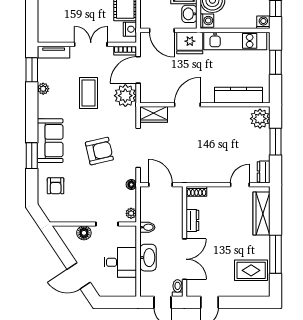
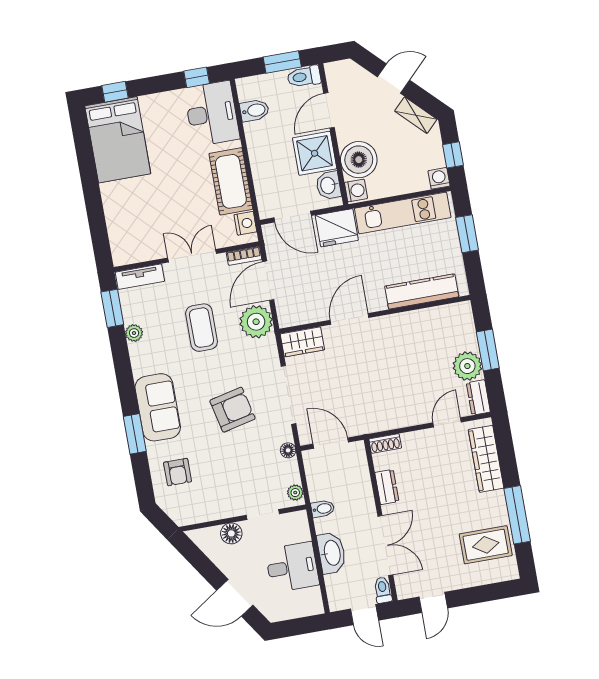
plant: (260, 119) -> (467, 366), moved

